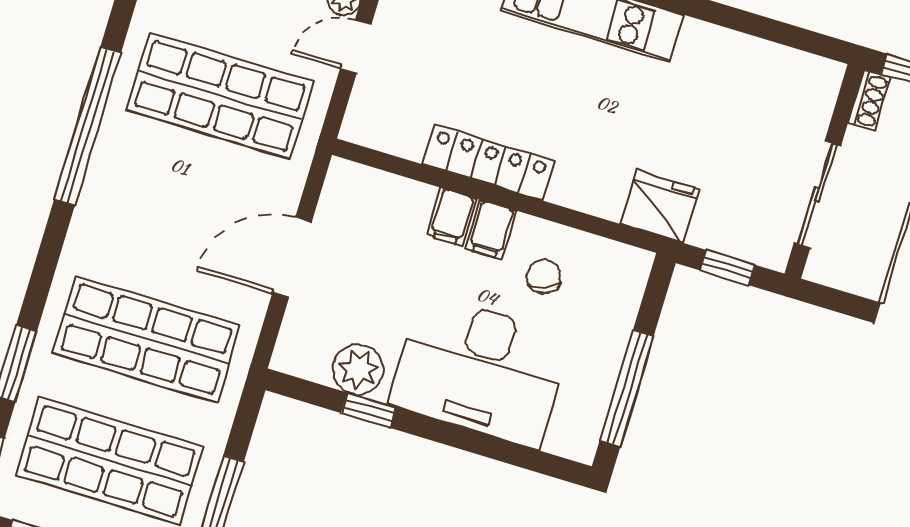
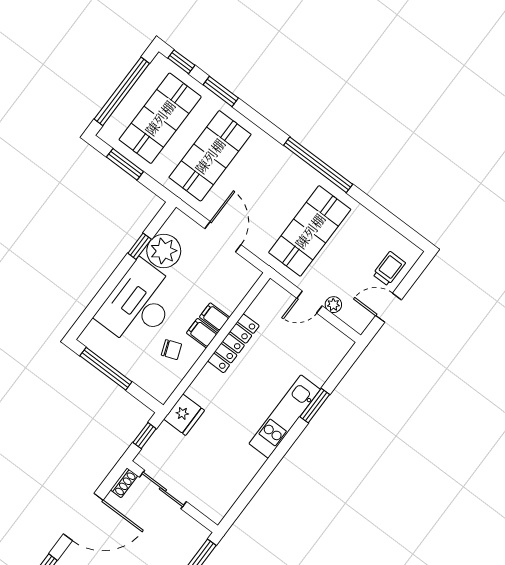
door: (356, 46) -> (309, 302), swing flipped
shoe rack: (869, 100) -> (124, 483), moved, turned -90
plant: (358, 370) -> (164, 251), width x1.36, depth x1.36

